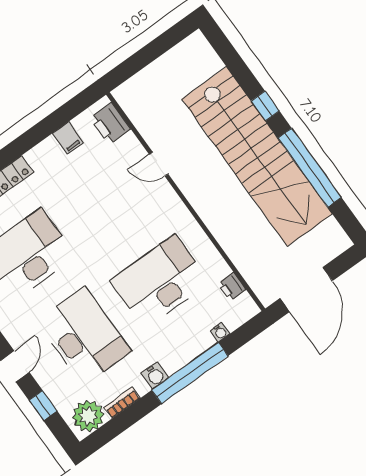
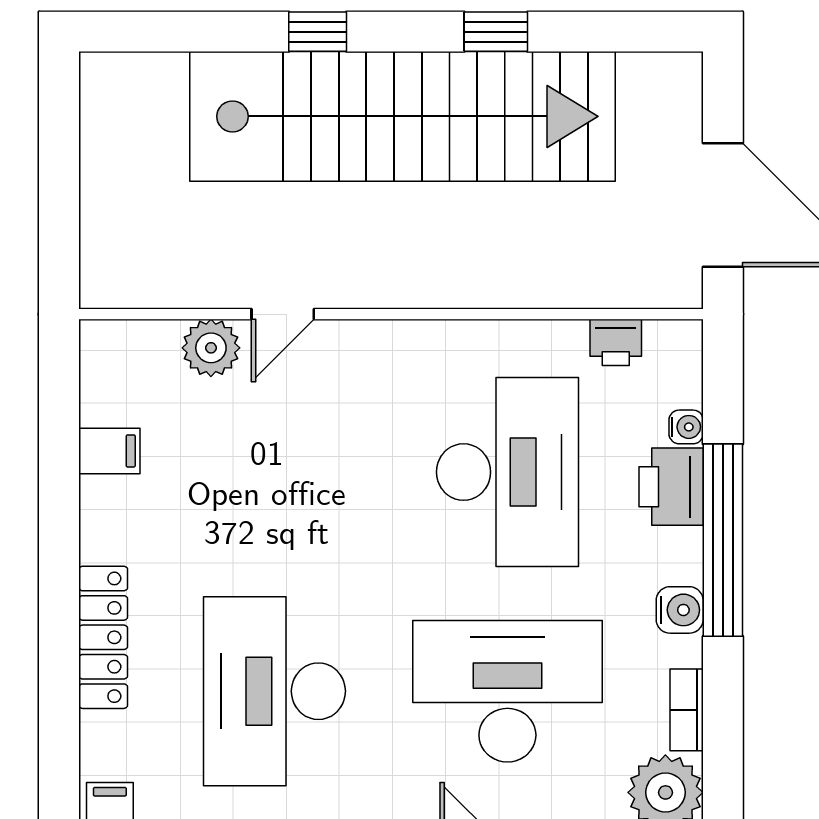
printer: (110, 124) -> (671, 487), moved, turned 90
plant: (129, 148) -> (211, 348), added
window: (310, 168) -> (496, 32), width x0.32
desk: (160, 281) -> (507, 472), turned 180

